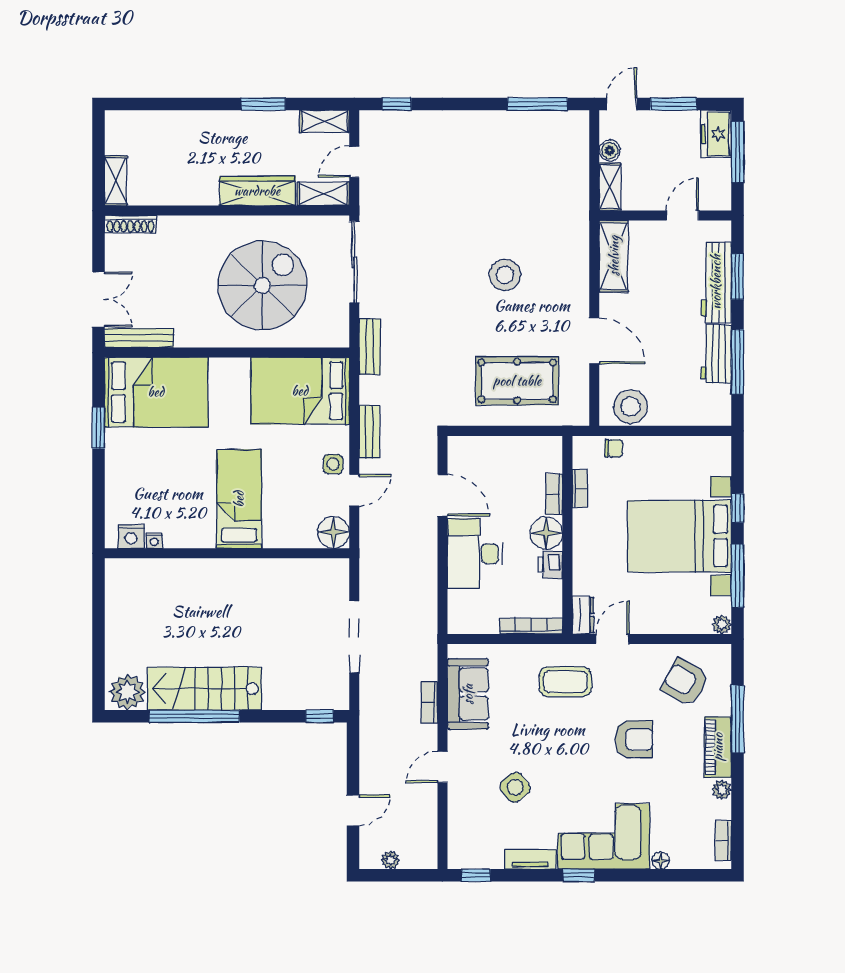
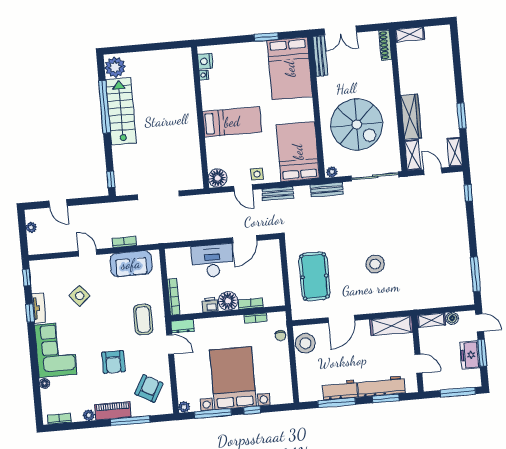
freezer: (716, 134) -> (470, 355), moved, turned -90
plant: (340, 335) -> (332, 172), added
window: (579, 875) -> (30, 313), moved

